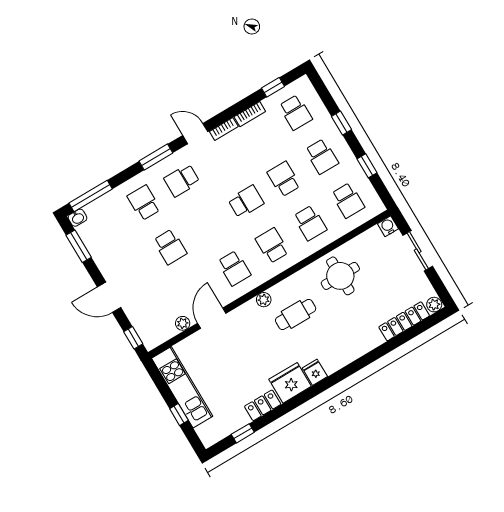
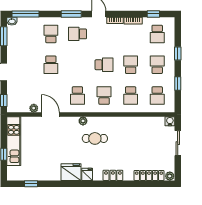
school desk: (322, 156) -> (157, 65), turned 180
round table: (340, 276) -> (130, 132), removed
door: (212, 318) -> (50, 115), hinge flipped
locker: (263, 405) -> (113, 175), moved

